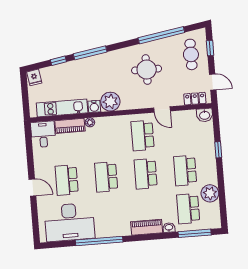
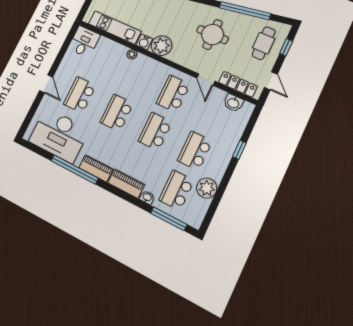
locker: (195, 99) -> (238, 84), width x1.53
washbasin: (205, 115) -> (233, 103), moved
piano: (70, 126) -> (96, 168), moved, turned 180

